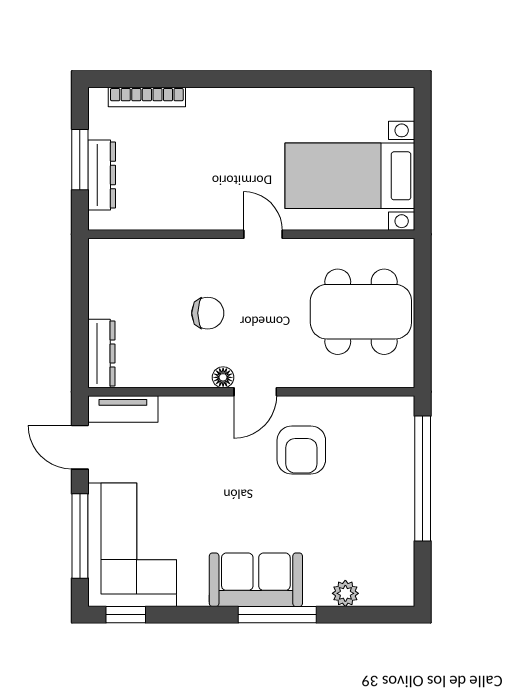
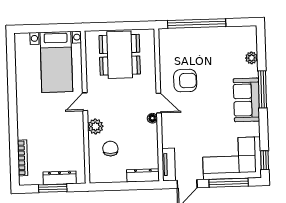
plant: (209, 255) -> (95, 126), added
chair: (208, 313) -> (110, 149), moved

